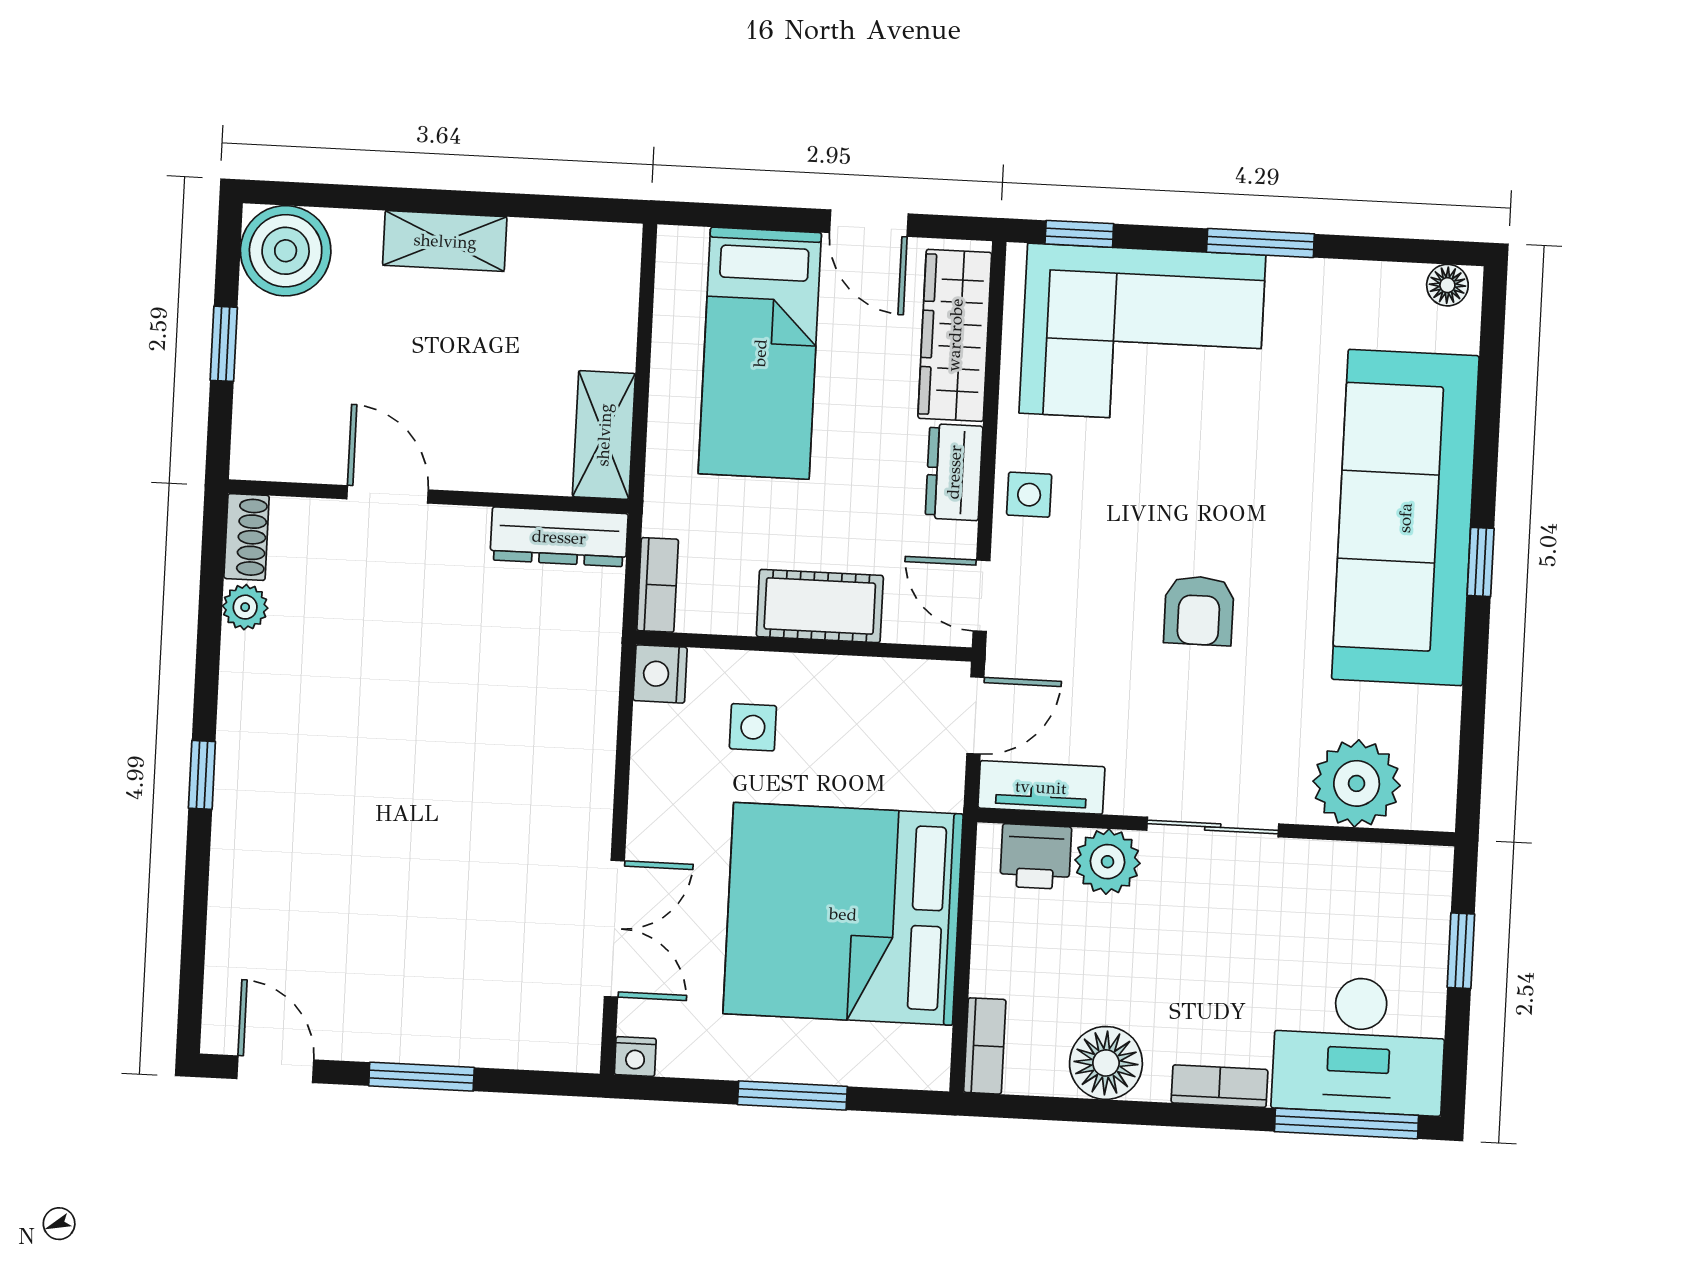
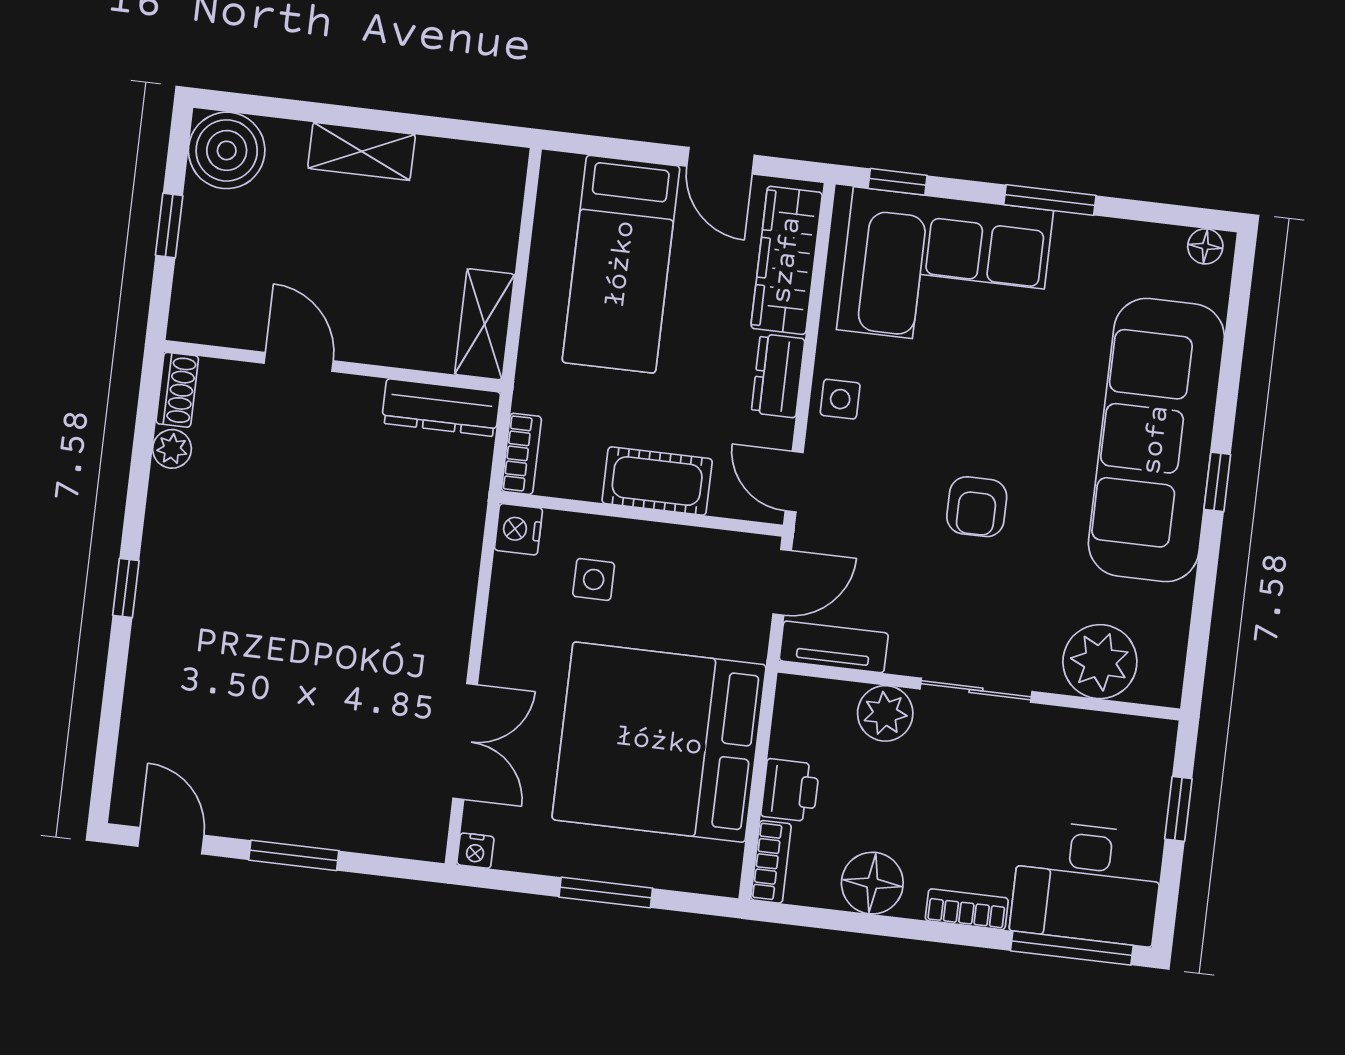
printer: (1036, 857) -> (790, 790), moved, turned -90

